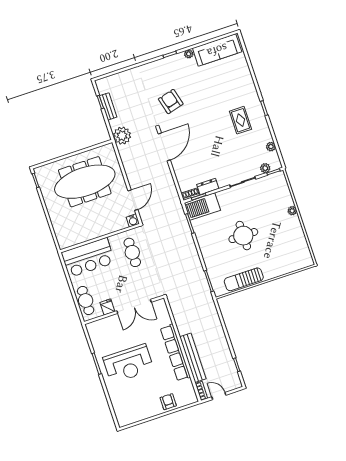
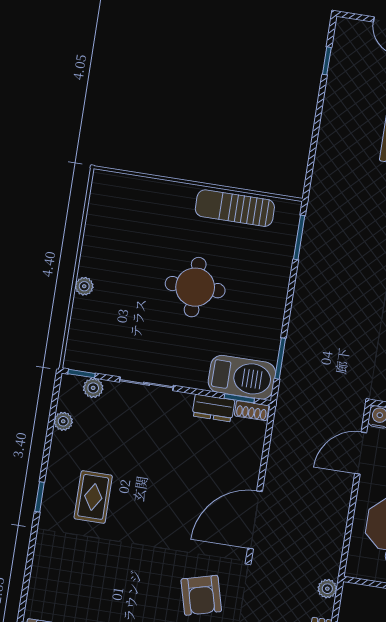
plant: (122, 136) -> (327, 589), width x0.53, depth x0.53
sun lounger: (244, 279) -> (235, 208), turned 180

